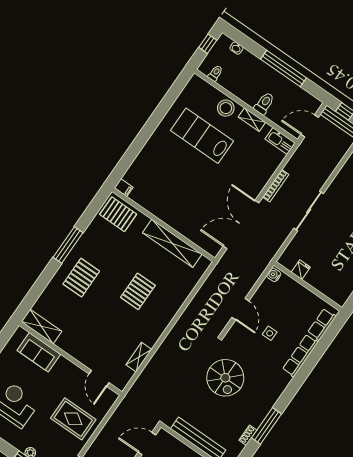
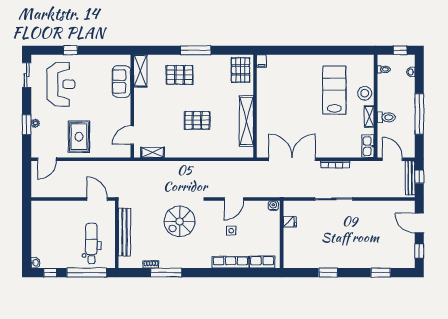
shelving: (41, 326) -> (140, 71), moved
sofa: (39, 352) -> (121, 81), moved
wall: (70, 359) -> (132, 106), moved
door: (99, 378) -> (132, 135), moved

